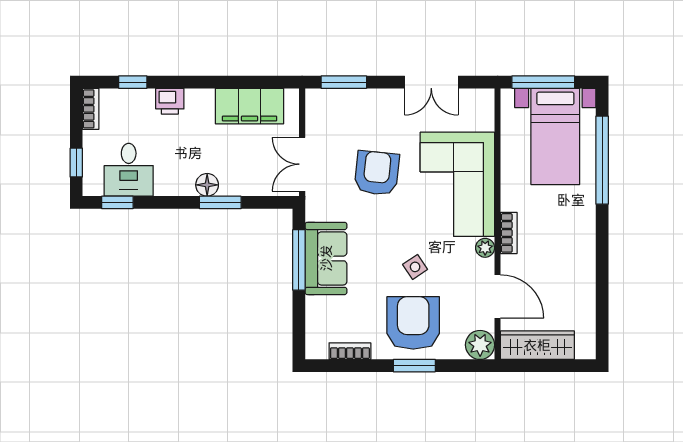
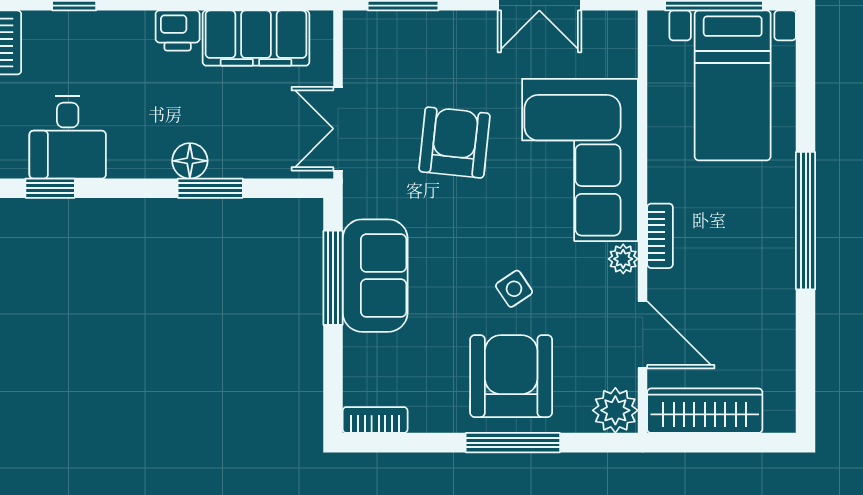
printer: (170, 101) -> (178, 30), moved
window: (602, 160) -> (806, 221), moved
bookcase: (350, 351) -> (375, 420), moved
window: (414, 366) -> (513, 443), width x1.44

